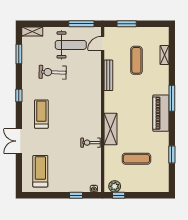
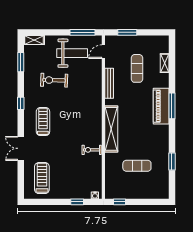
piano: (161, 113) -> (161, 106), moved
shelving: (110, 129) -> (111, 129), width x1.47
plant: (115, 186) -> (115, 193), removed

